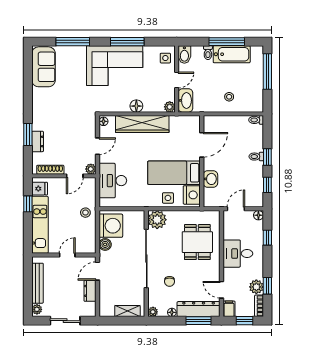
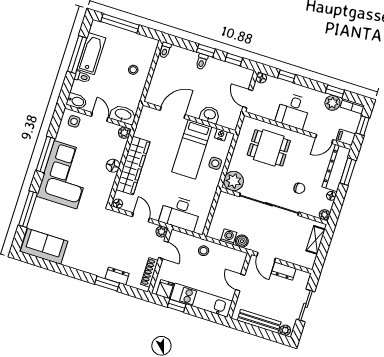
door: (202, 145) -> (173, 113), hinge flipped
nightstand: (192, 195) -> (221, 135), width x0.53, depth x0.56
washing machine: (111, 226) -> (229, 237), width x0.53, depth x0.53

